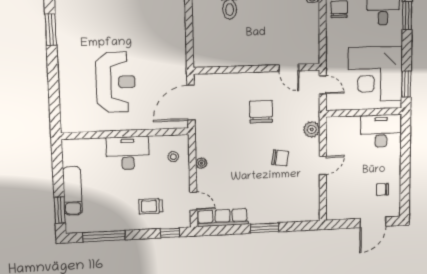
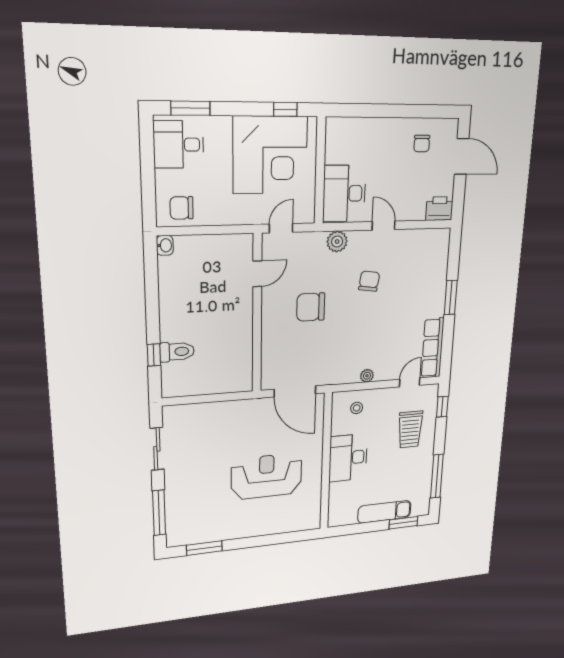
window: (406, 84) -> (285, 109), width x0.67
desk: (381, 131) -> (344, 194), moved
trolley: (151, 206) -> (410, 429), width x1.36, depth x1.39
printer: (335, 209) -> (439, 209), added

